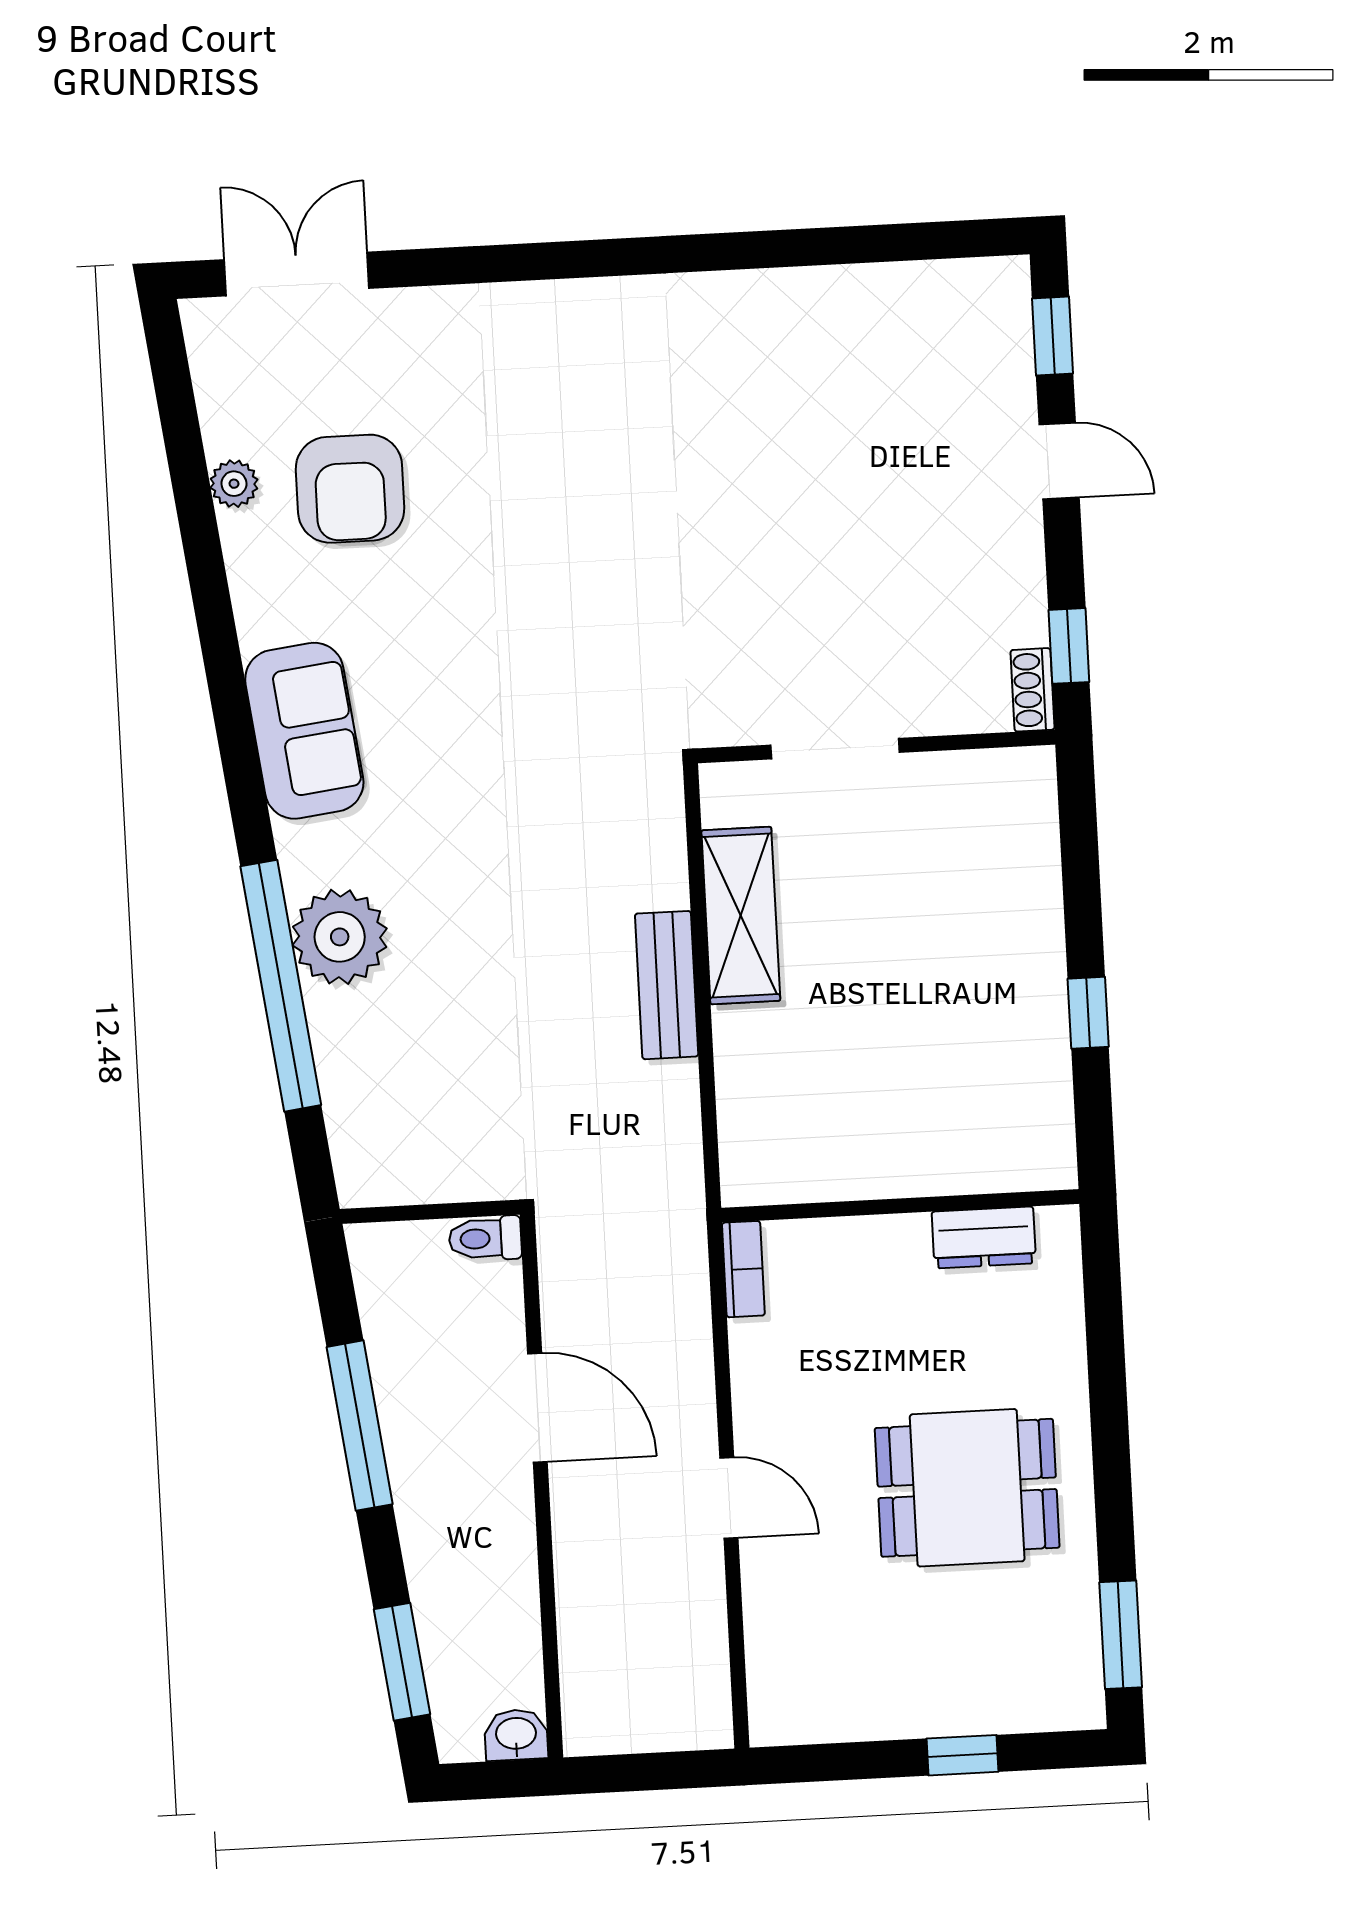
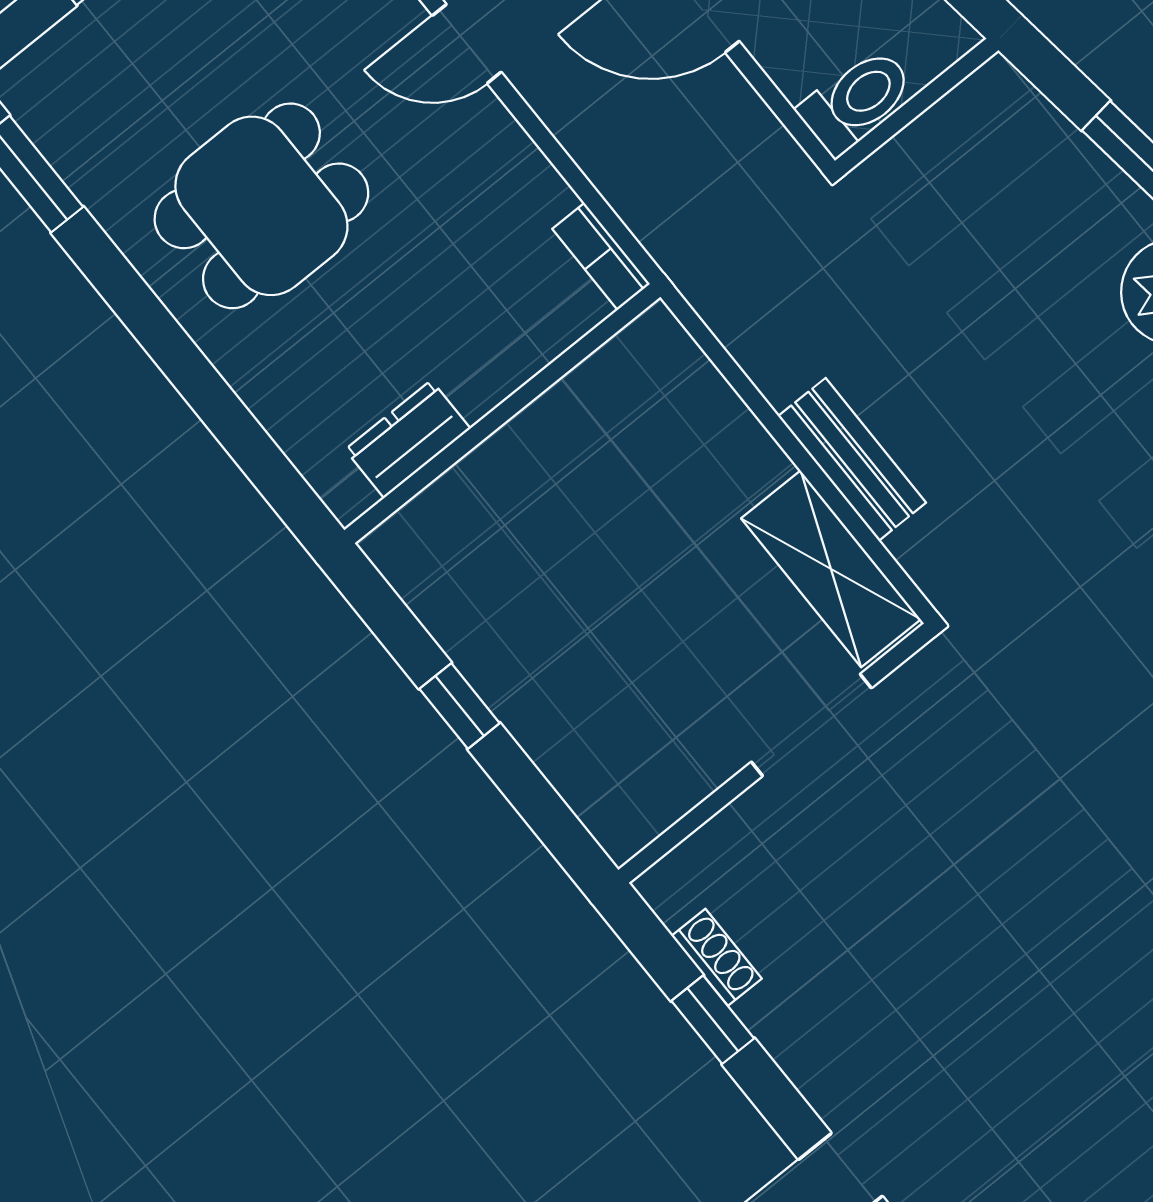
wall: (876, 747) -> (776, 753), moved
doorway: (835, 749) -> (811, 725), moved
toilet: (485, 1238) -> (856, 101), width x1.37, depth x1.39

